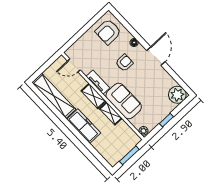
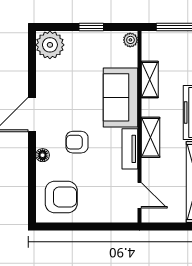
shelving: (111, 114) -> (150, 80), moved

